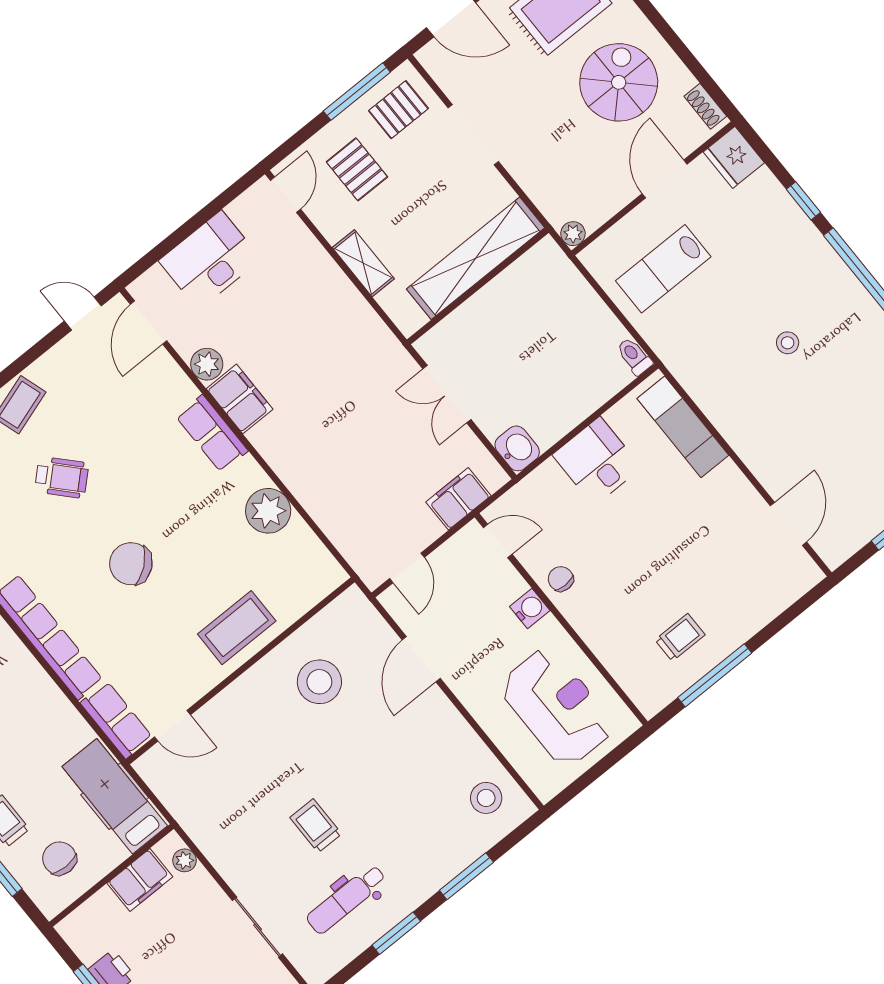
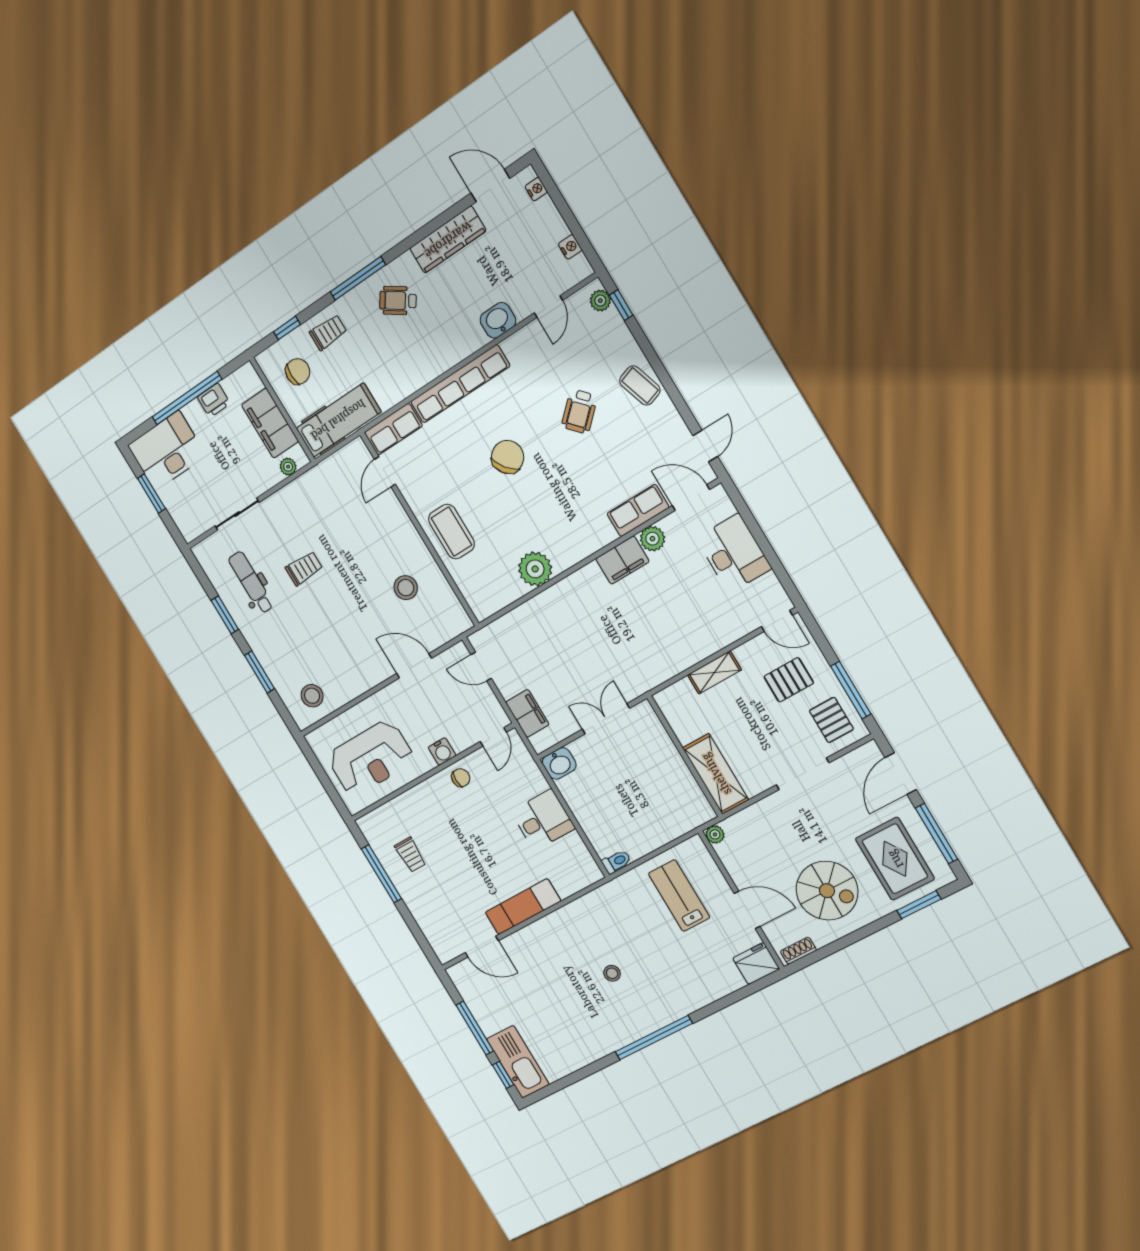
window: (803, 201) -> (716, 1007), removed
shelving: (476, 258) -> (716, 774), width x0.68
exam couch: (683, 427) -> (523, 907), moved
row of seats: (212, 434) -> (638, 510), moved
stool: (319, 682) -> (406, 588), width x0.73, depth x0.73
filing cabinet: (140, 880) -> (270, 423), width x1.50, depth x1.17

